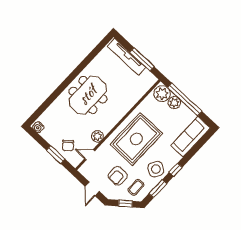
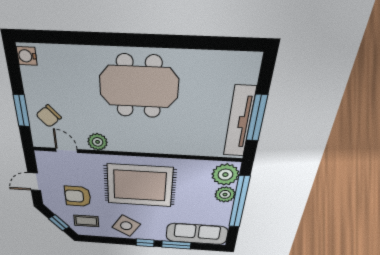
tv unit: (127, 57) -> (239, 122), moved
window: (158, 189) -> (176, 245), moved

